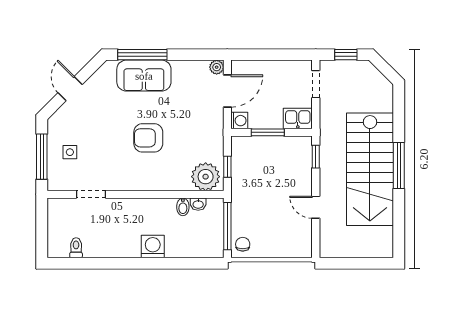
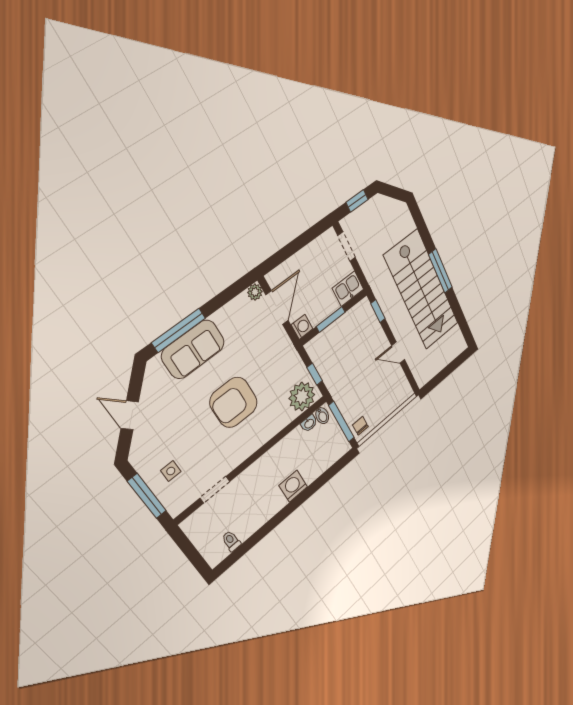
armchair: (148, 138) -> (234, 402), width x1.36, depth x1.36
bidet: (183, 207) -> (322, 416), moved

